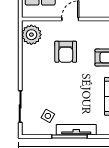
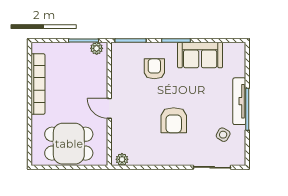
plant: (31, 35) -> (122, 159), width x0.53, depth x0.53
armchair: (66, 52) -> (174, 120), moved, turned 90

